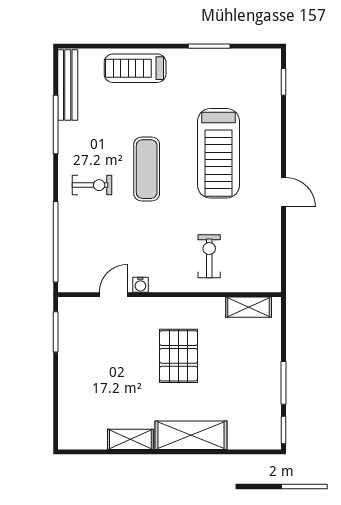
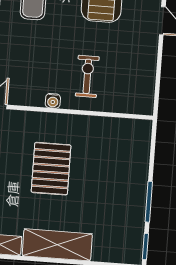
water cooler: (140, 285) -> (53, 101), moved
shelving: (249, 307) -> (121, 127), removed

